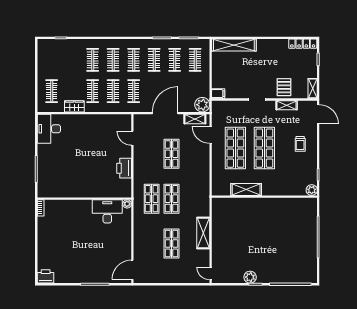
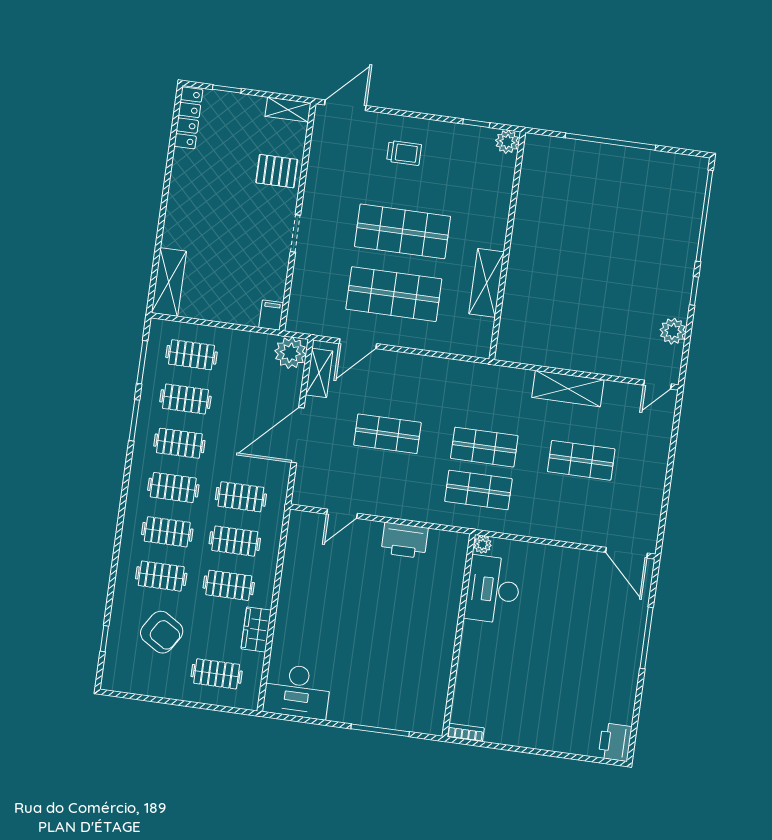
shelving: (234, 45) -> (169, 282), width x0.68
armchair: (67, 64) -> (162, 632), added
shelving: (287, 105) -> (317, 171), removed
door: (165, 113) -> (298, 435), hinge flipped
plant: (250, 277) -> (673, 331), moved

